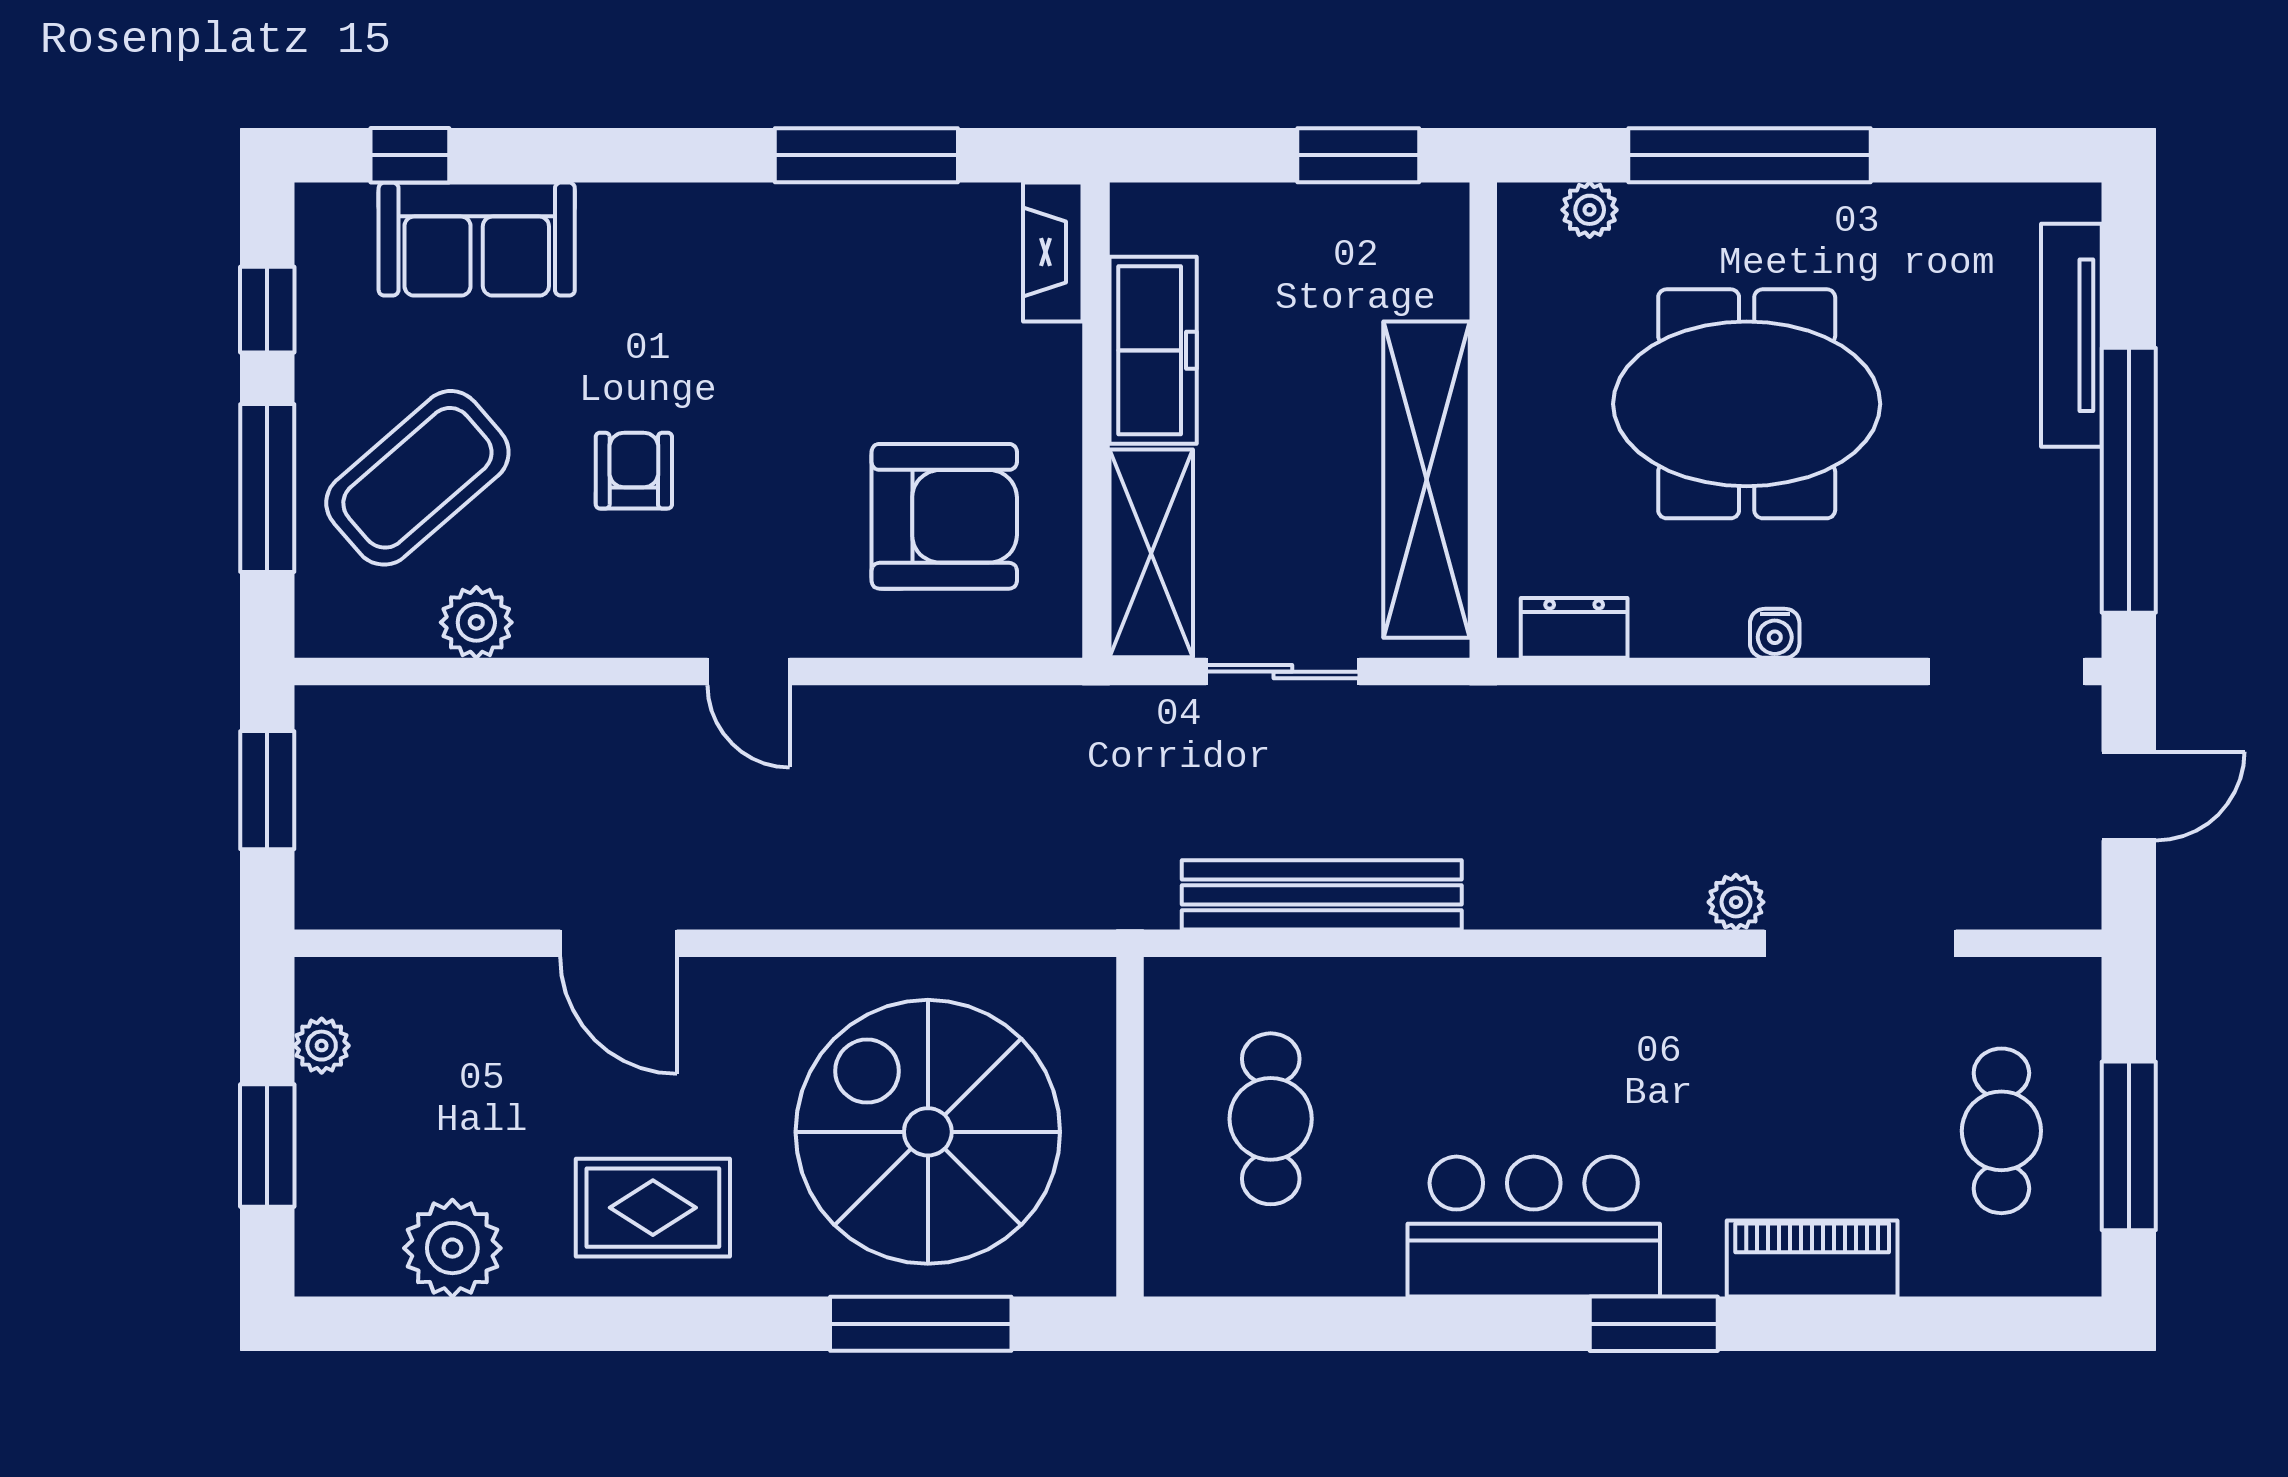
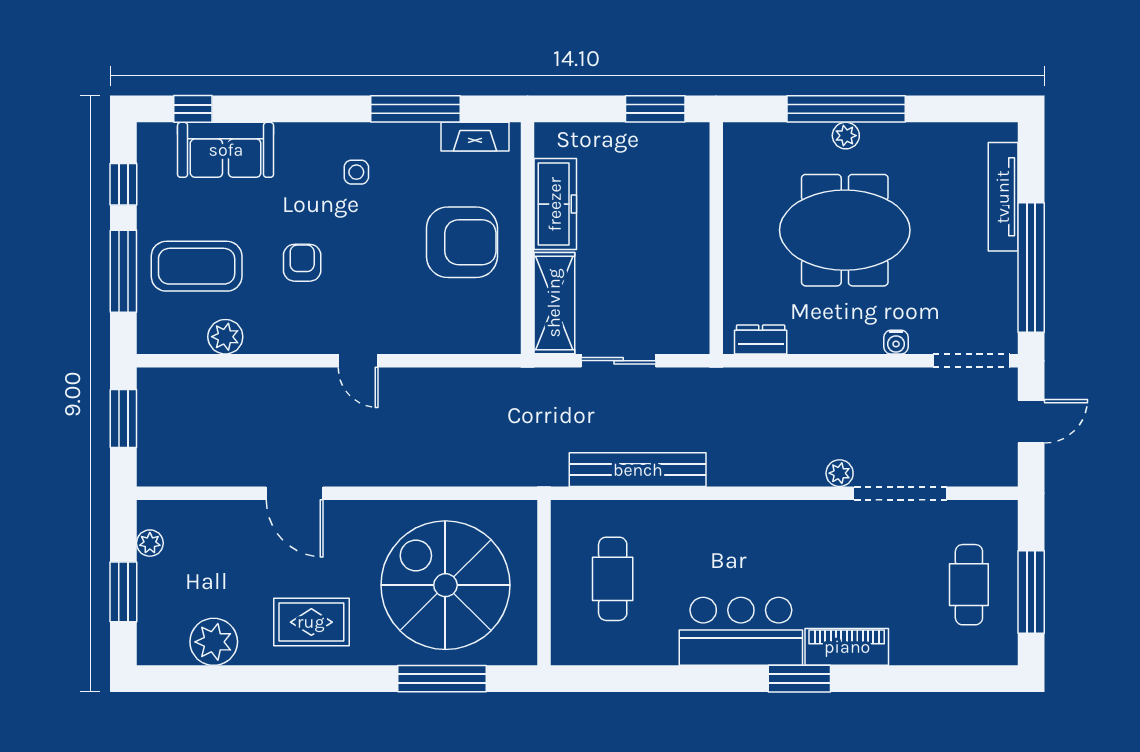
plant: (1590, 210) -> (846, 136), moved
fireplace: (1053, 252) -> (475, 137), moved, turned -90
side table: (745, 285) -> (356, 172), added
coffee table: (417, 478) -> (197, 266), turned 41
shelving: (1427, 480) -> (689, 267), removed
armchair: (944, 516) -> (462, 242), moved
water cooler: (1775, 633) -> (896, 342), moved
piano: (1812, 1258) -> (847, 647), moved

